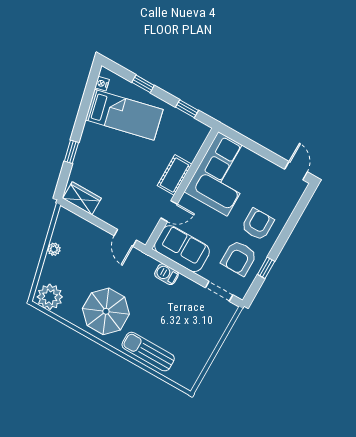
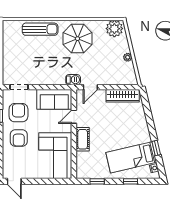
window: (71, 152) -> (156, 148), moved
wardrobe: (82, 198) -> (123, 96), width x1.50
door: (125, 238) -> (90, 87), swing flipped
barbecue: (166, 274) -> (73, 80), moved

